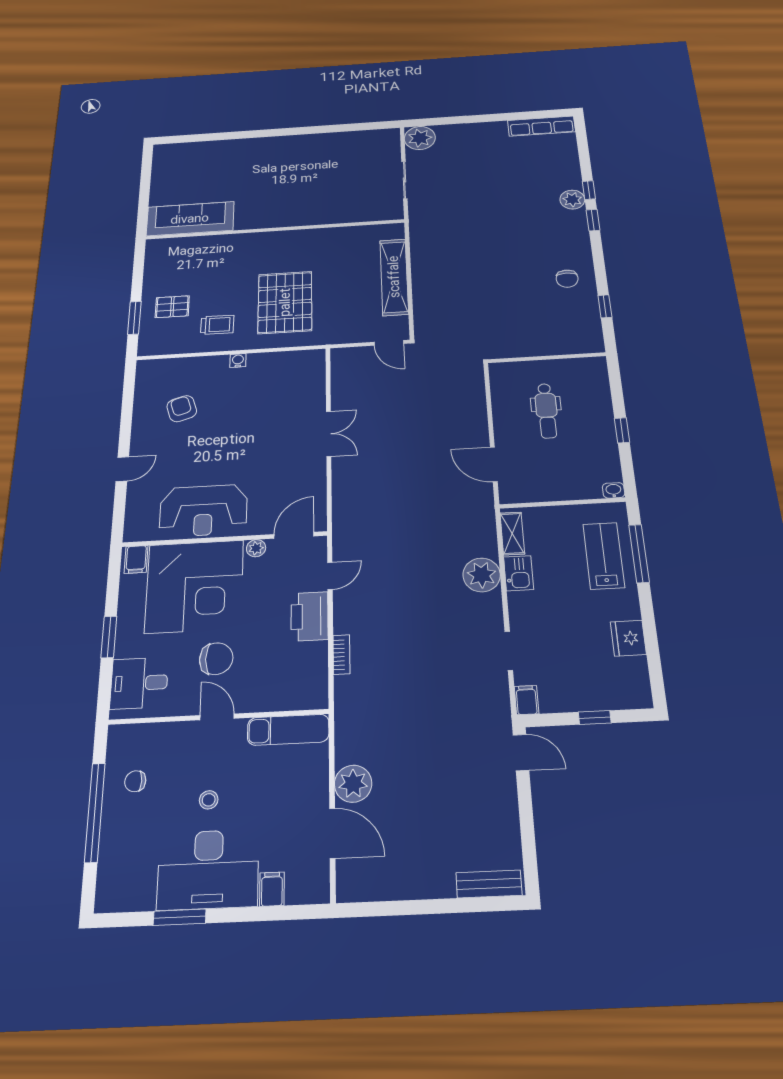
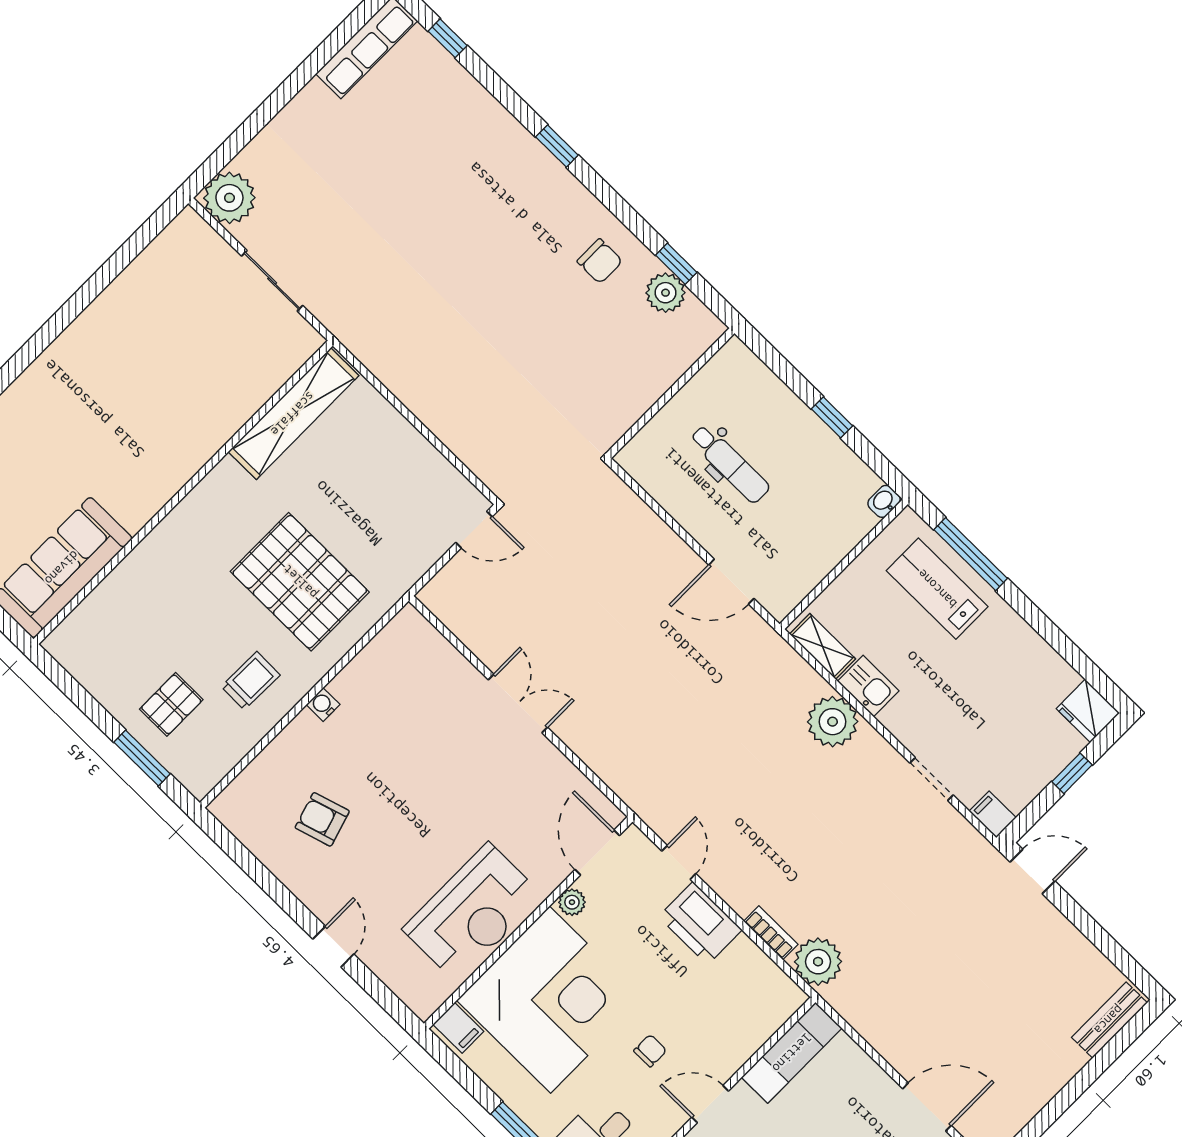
window: (589, 190) -> (448, 38), moved
plant: (572, 200) -> (666, 293), moved
shelving: (394, 277) -> (293, 414), moved, turned 90
fridge: (628, 638) -> (1088, 711), moved
chair: (216, 659) -> (650, 1051), width x0.54, depth x0.54
plant: (353, 784) -> (818, 962), moved

